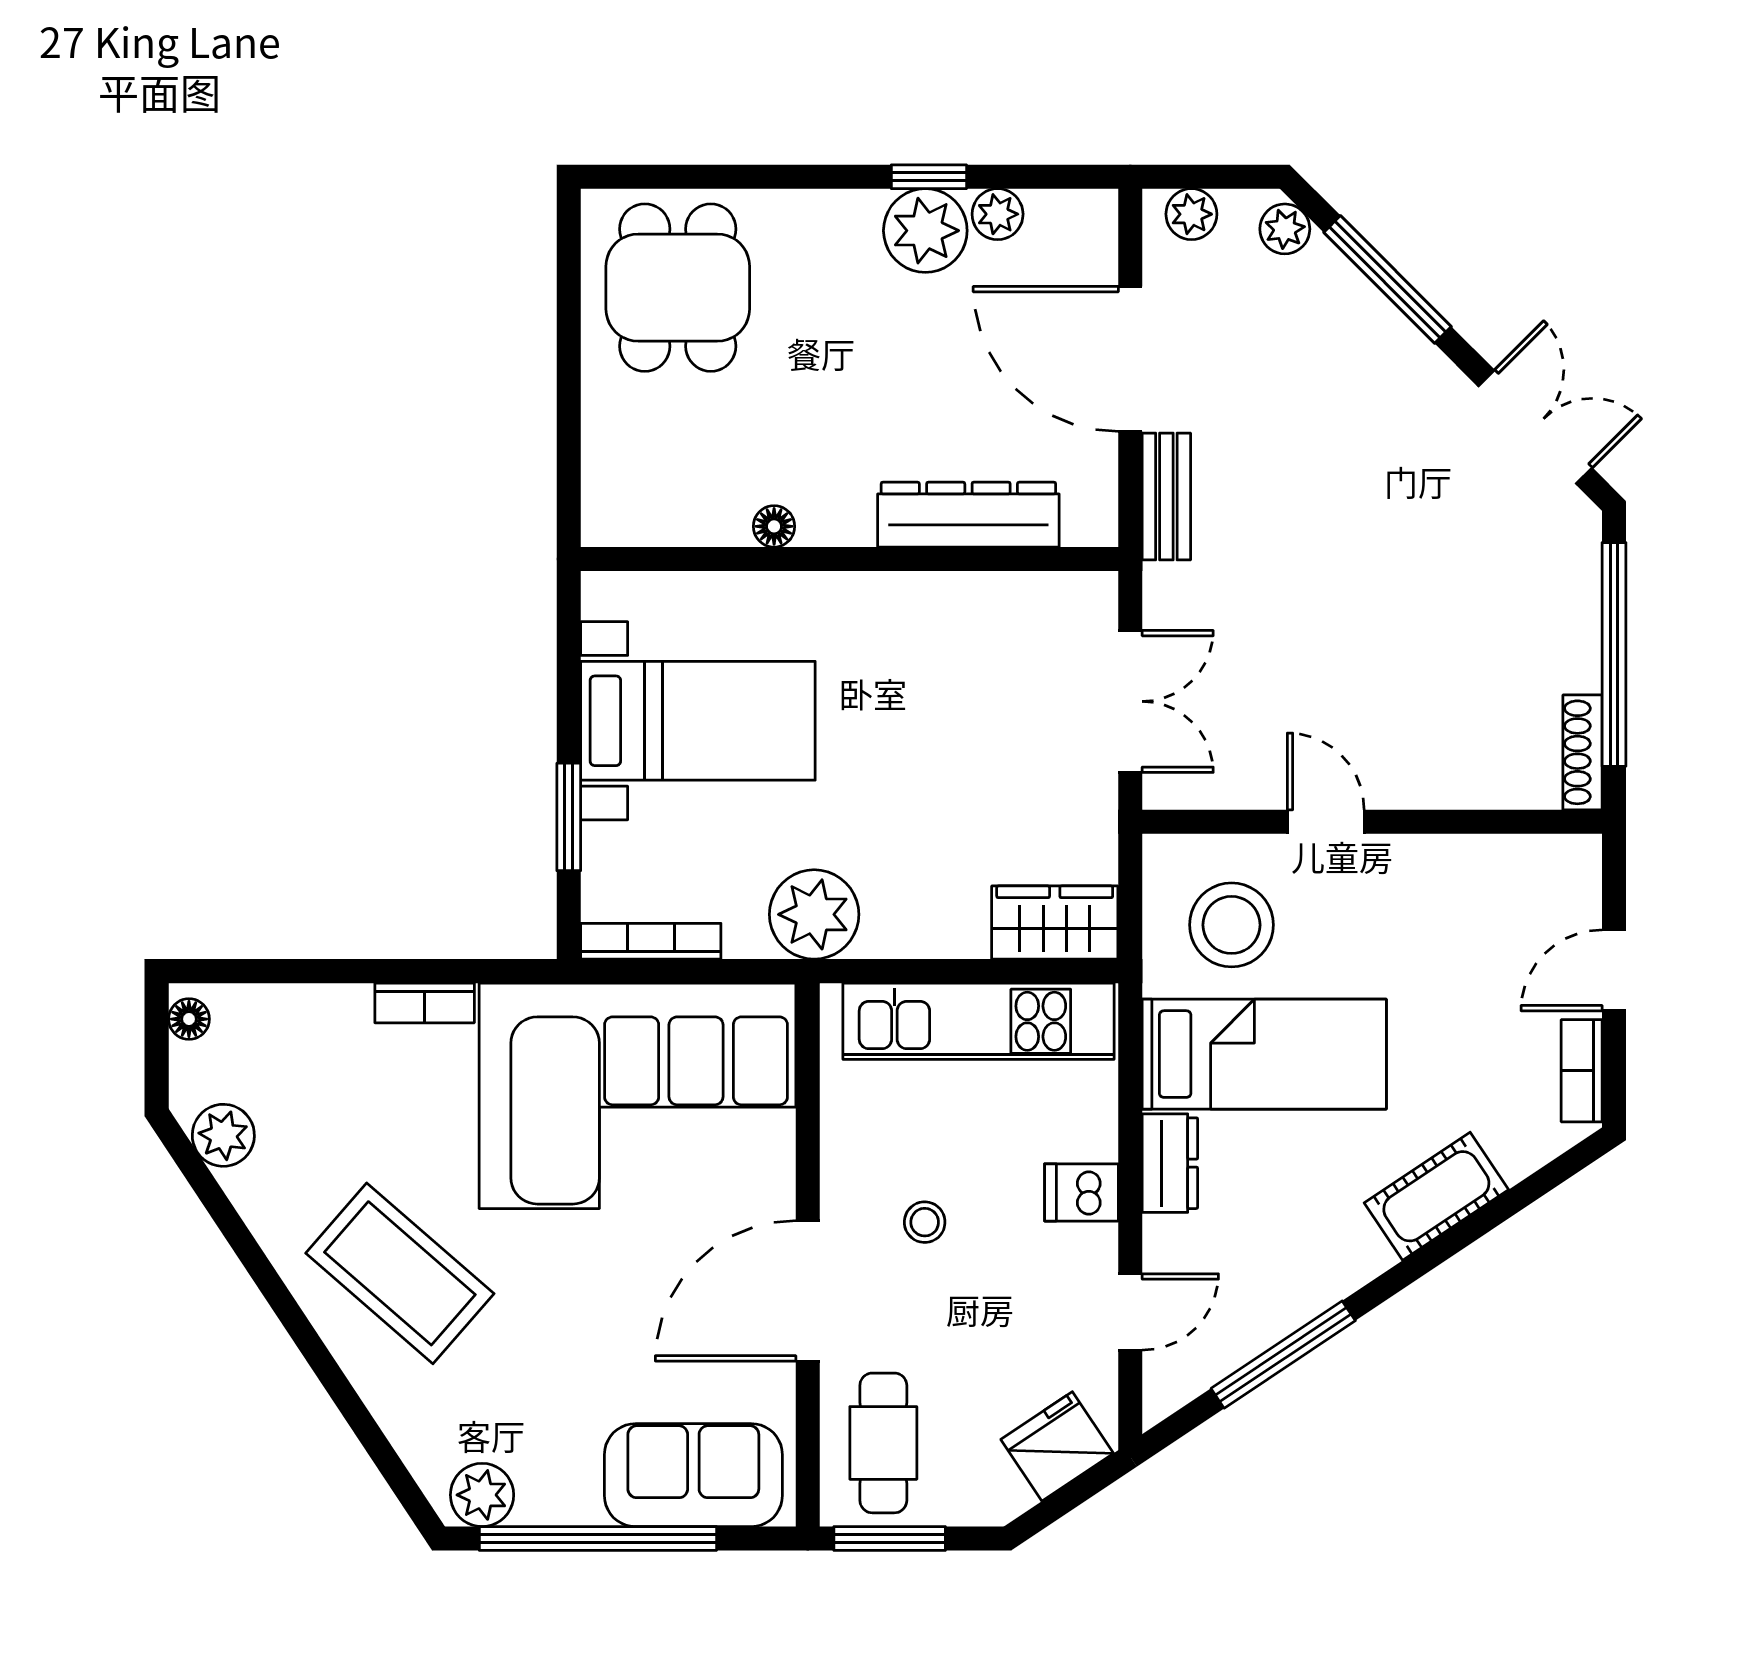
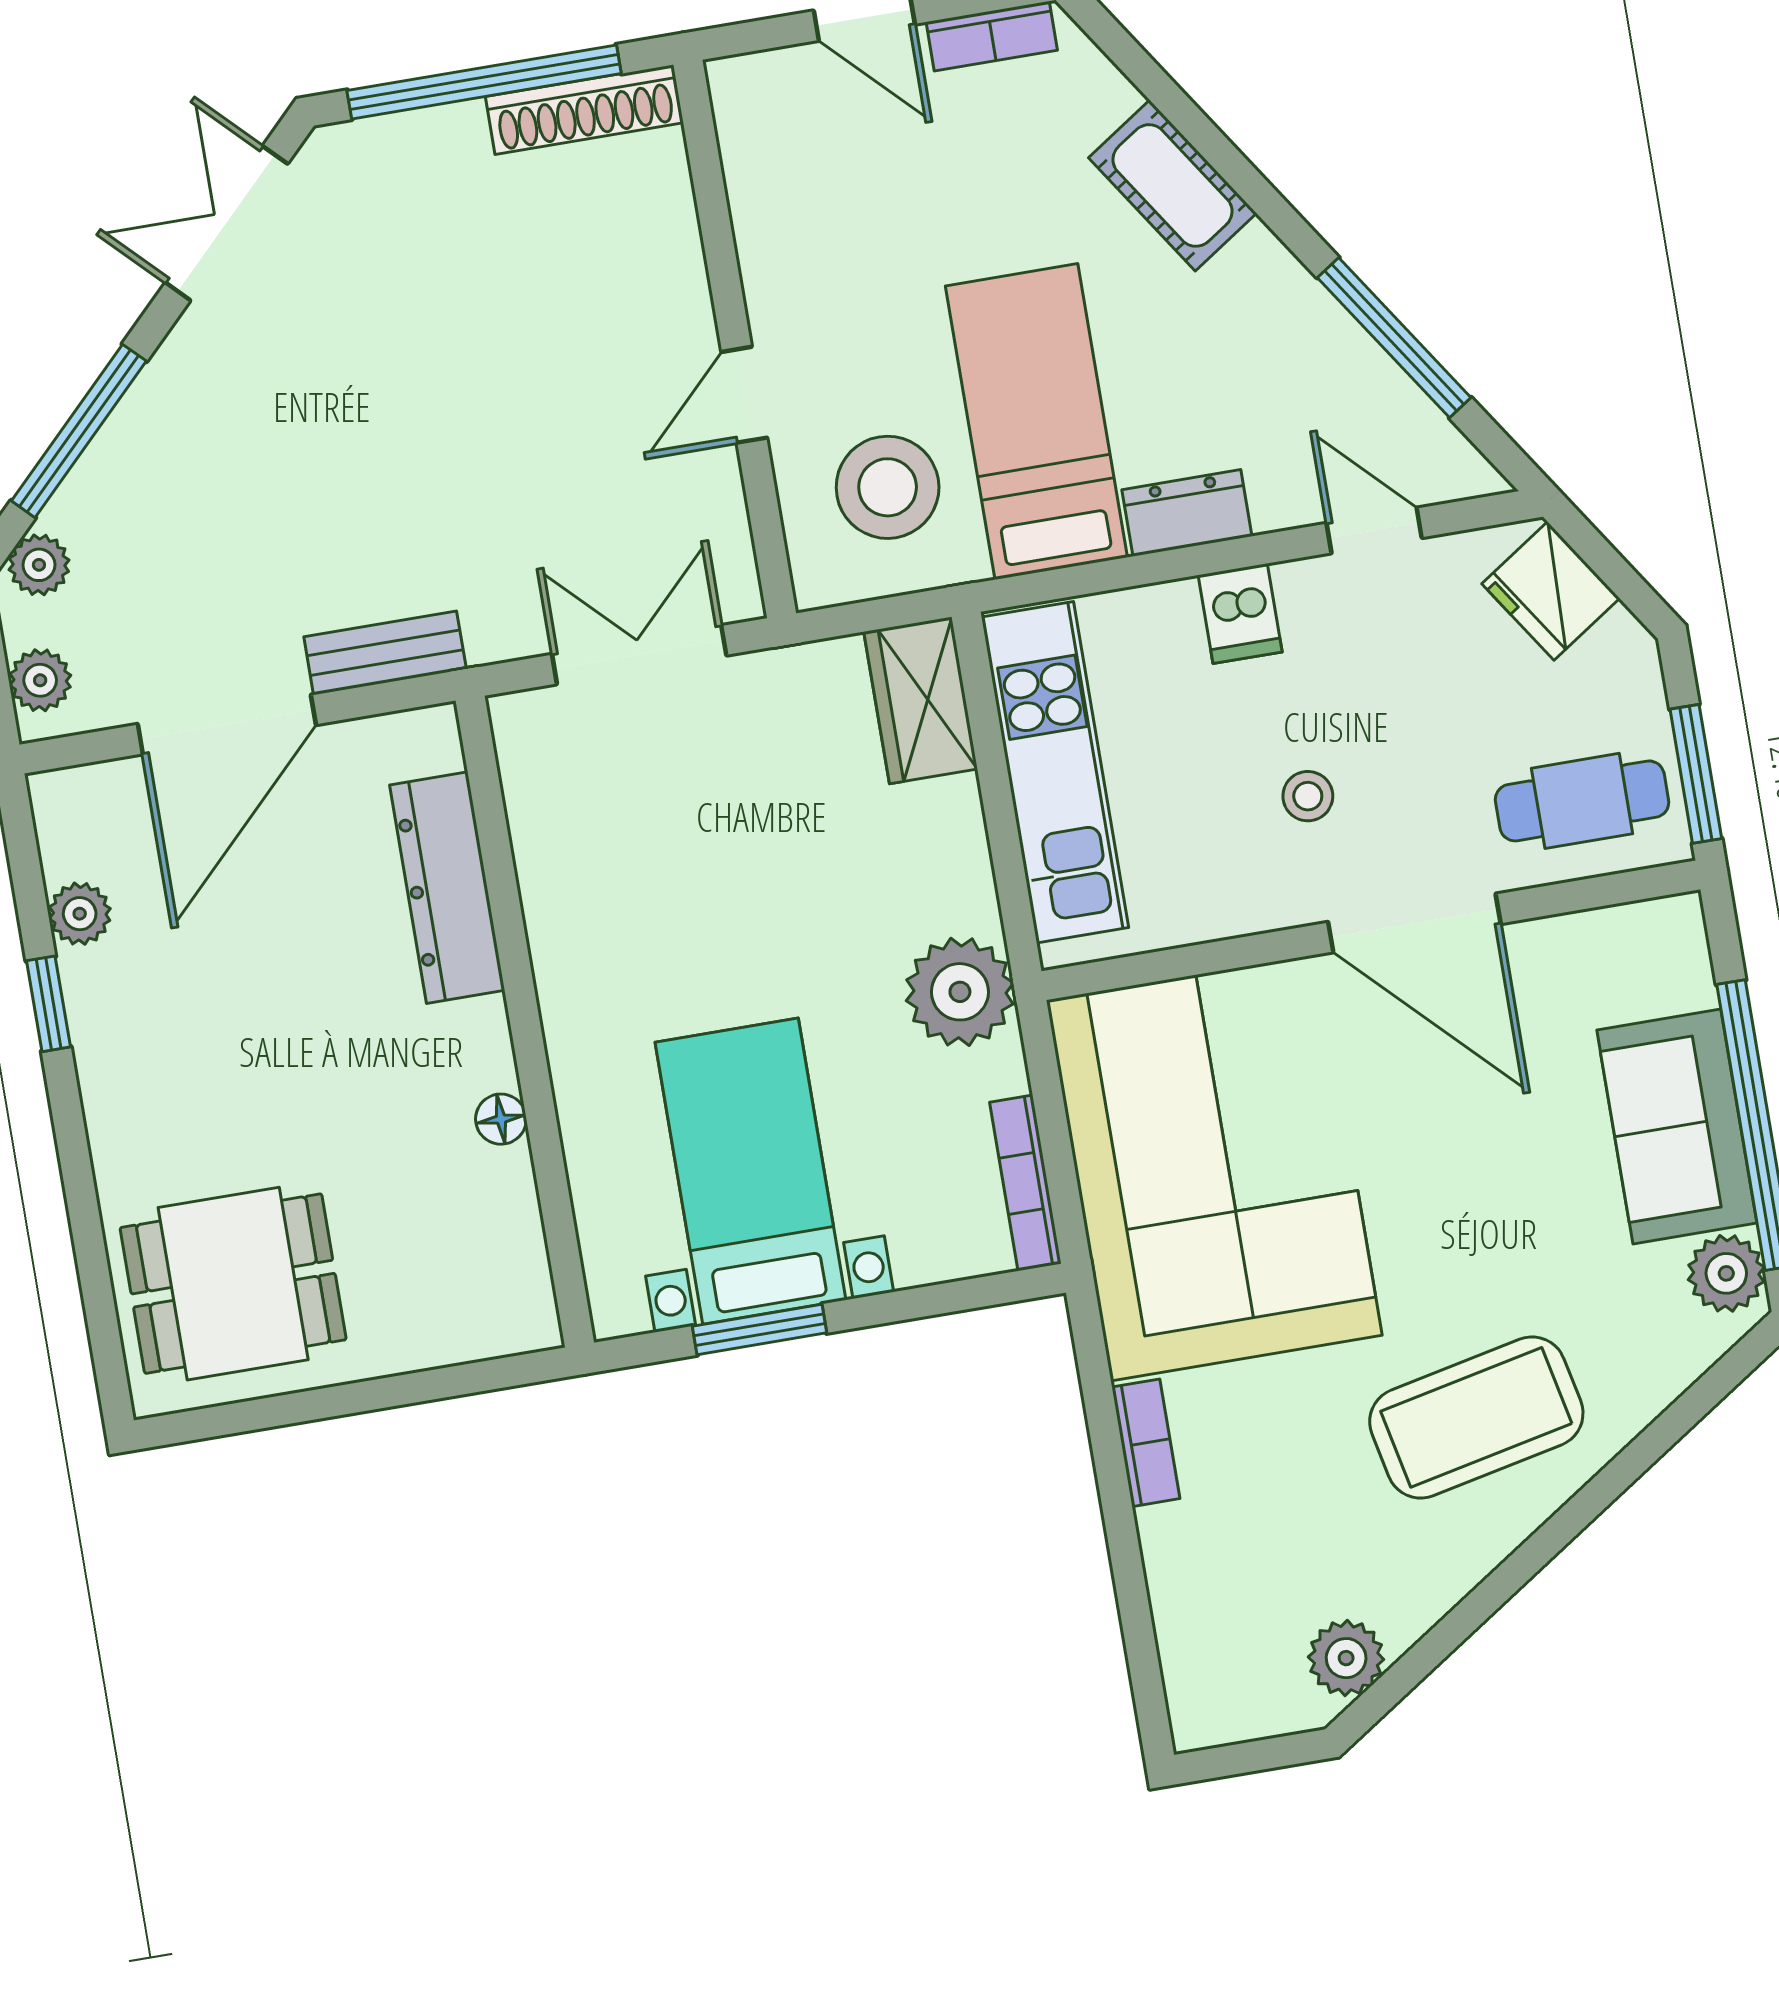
plant: (925, 231) -> (114, 997), removed
shoe rack: (1583, 752) -> (584, 110), width x1.36, depth x1.24
window: (569, 817) -> (760, 1330), moved
floor lamp: (189, 1019) -> (1213, 1723), removed
coffee table: (400, 1273) -> (1476, 1417), turned 37
sofa: (693, 1475) -> (1677, 1126), moved

